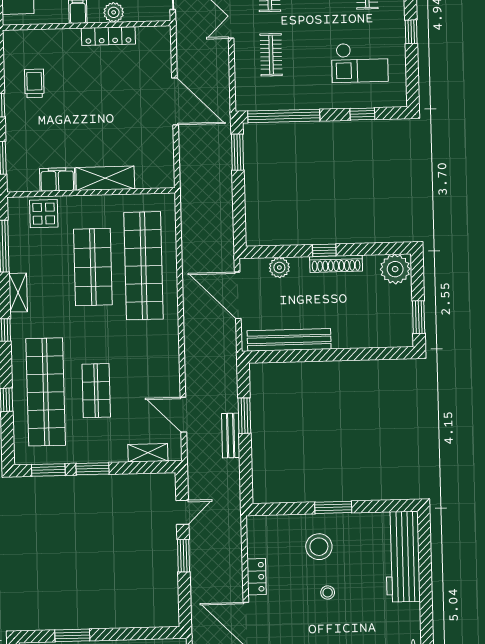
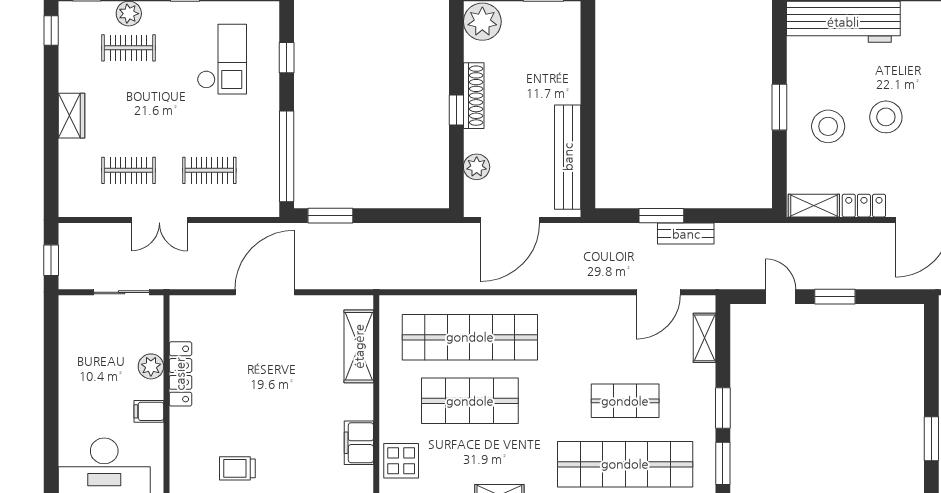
shelving: (105, 178) -> (359, 346), moved
shelving: (256, 537) -> (814, 206), added
stool: (328, 592) -> (886, 117), width x1.89, depth x1.89

